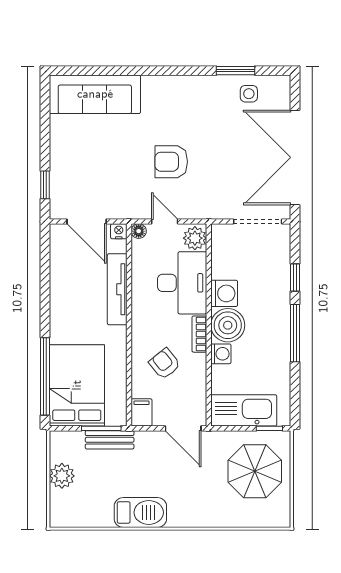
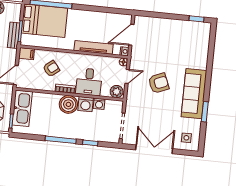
window: (235, 71) -> (205, 112), moved
sofa: (95, 94) -> (194, 94), moved
side table: (249, 94) -> (186, 138), moved
double door: (295, 157) -> (154, 149), width x0.73
armchair: (171, 162) -> (159, 83), turned 68
window: (45, 185) -> (197, 19), moved
desk: (182, 283) -> (89, 82), width x0.73
washing machine: (221, 354) -> (99, 104), moved

